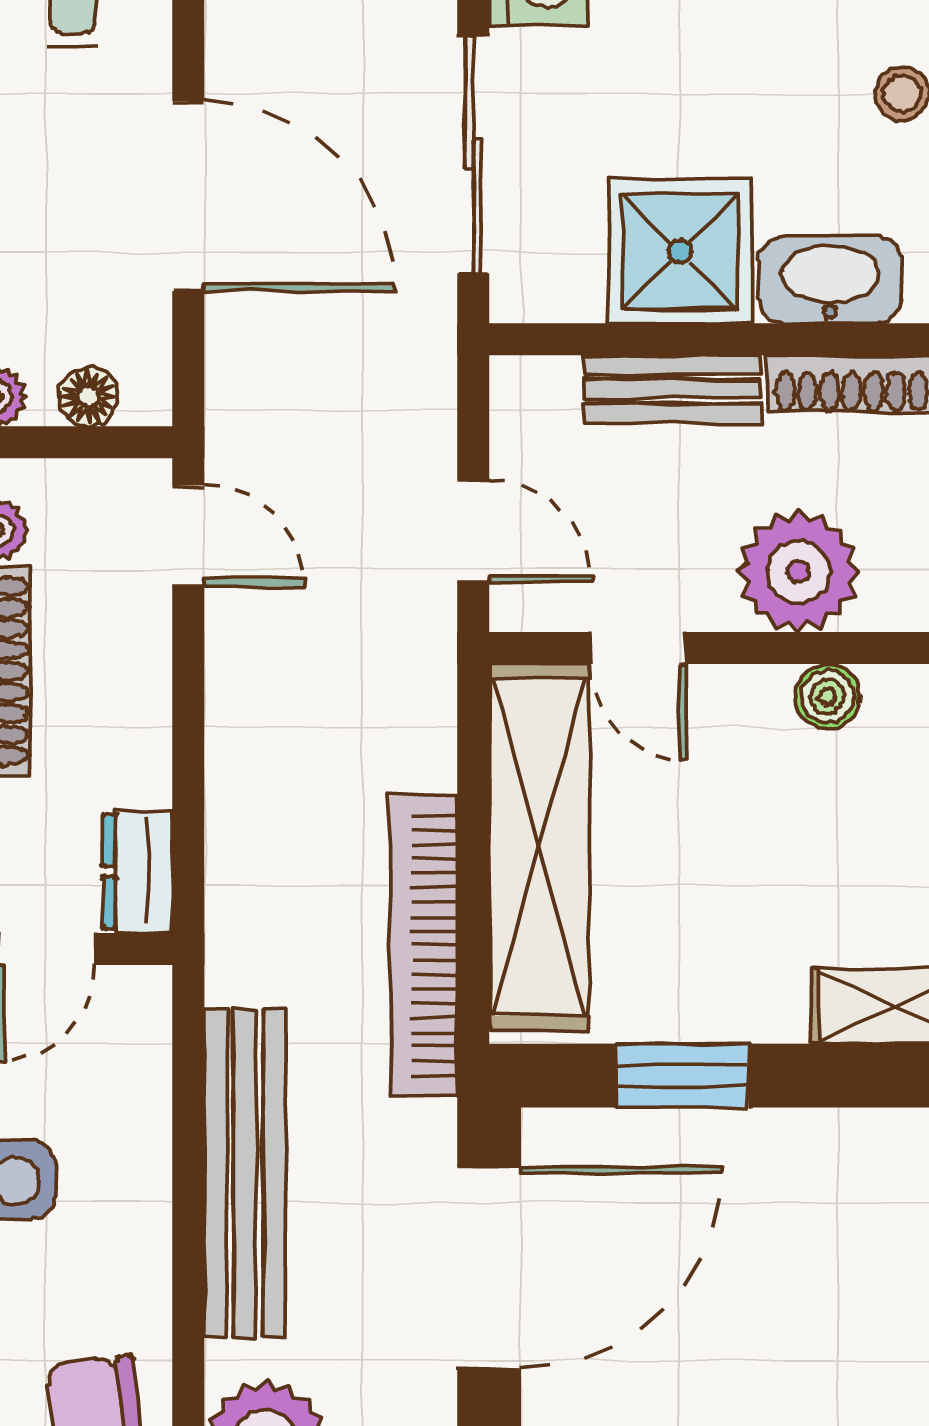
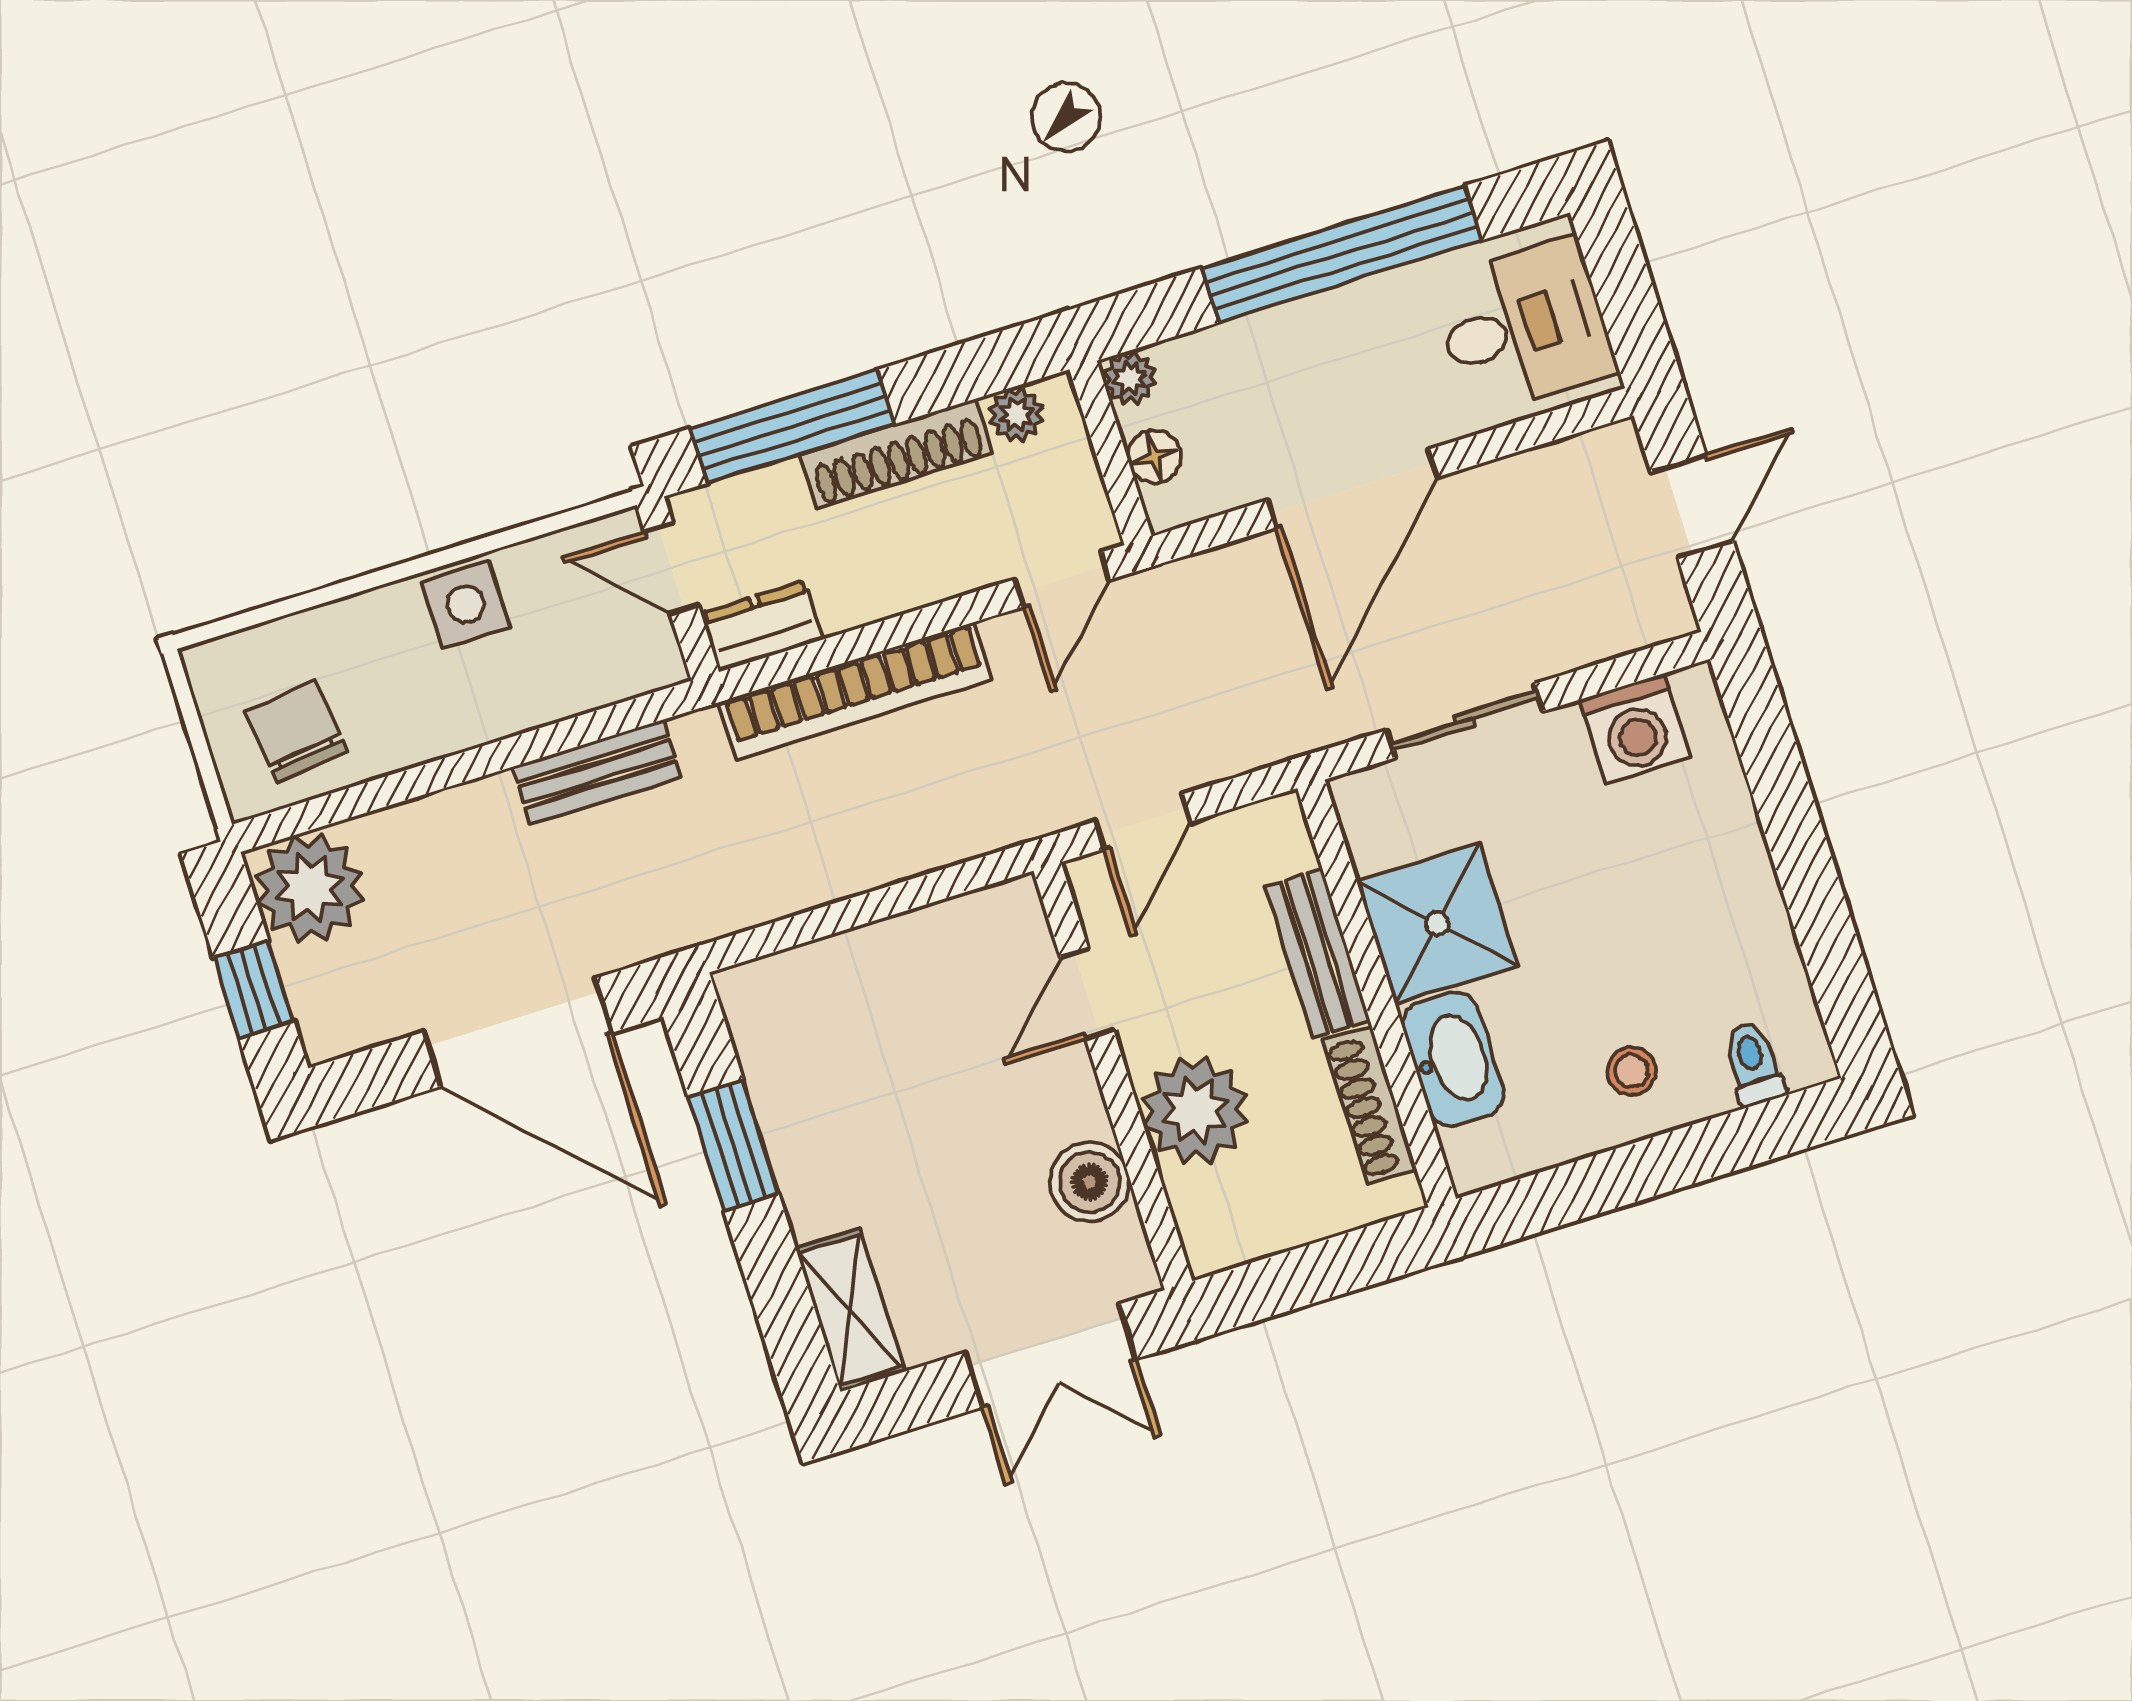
sliding door: (473, 154) -> (1465, 721), width x0.73
boiler: (828, 696) -> (1090, 1182), width x1.36, depth x1.36
shelving: (539, 847) -> (891, 962), removed
bookcase: (423, 945) -> (856, 691), moved, turned 180
bench: (245, 1173) -> (597, 772), width x0.54, depth x0.82

